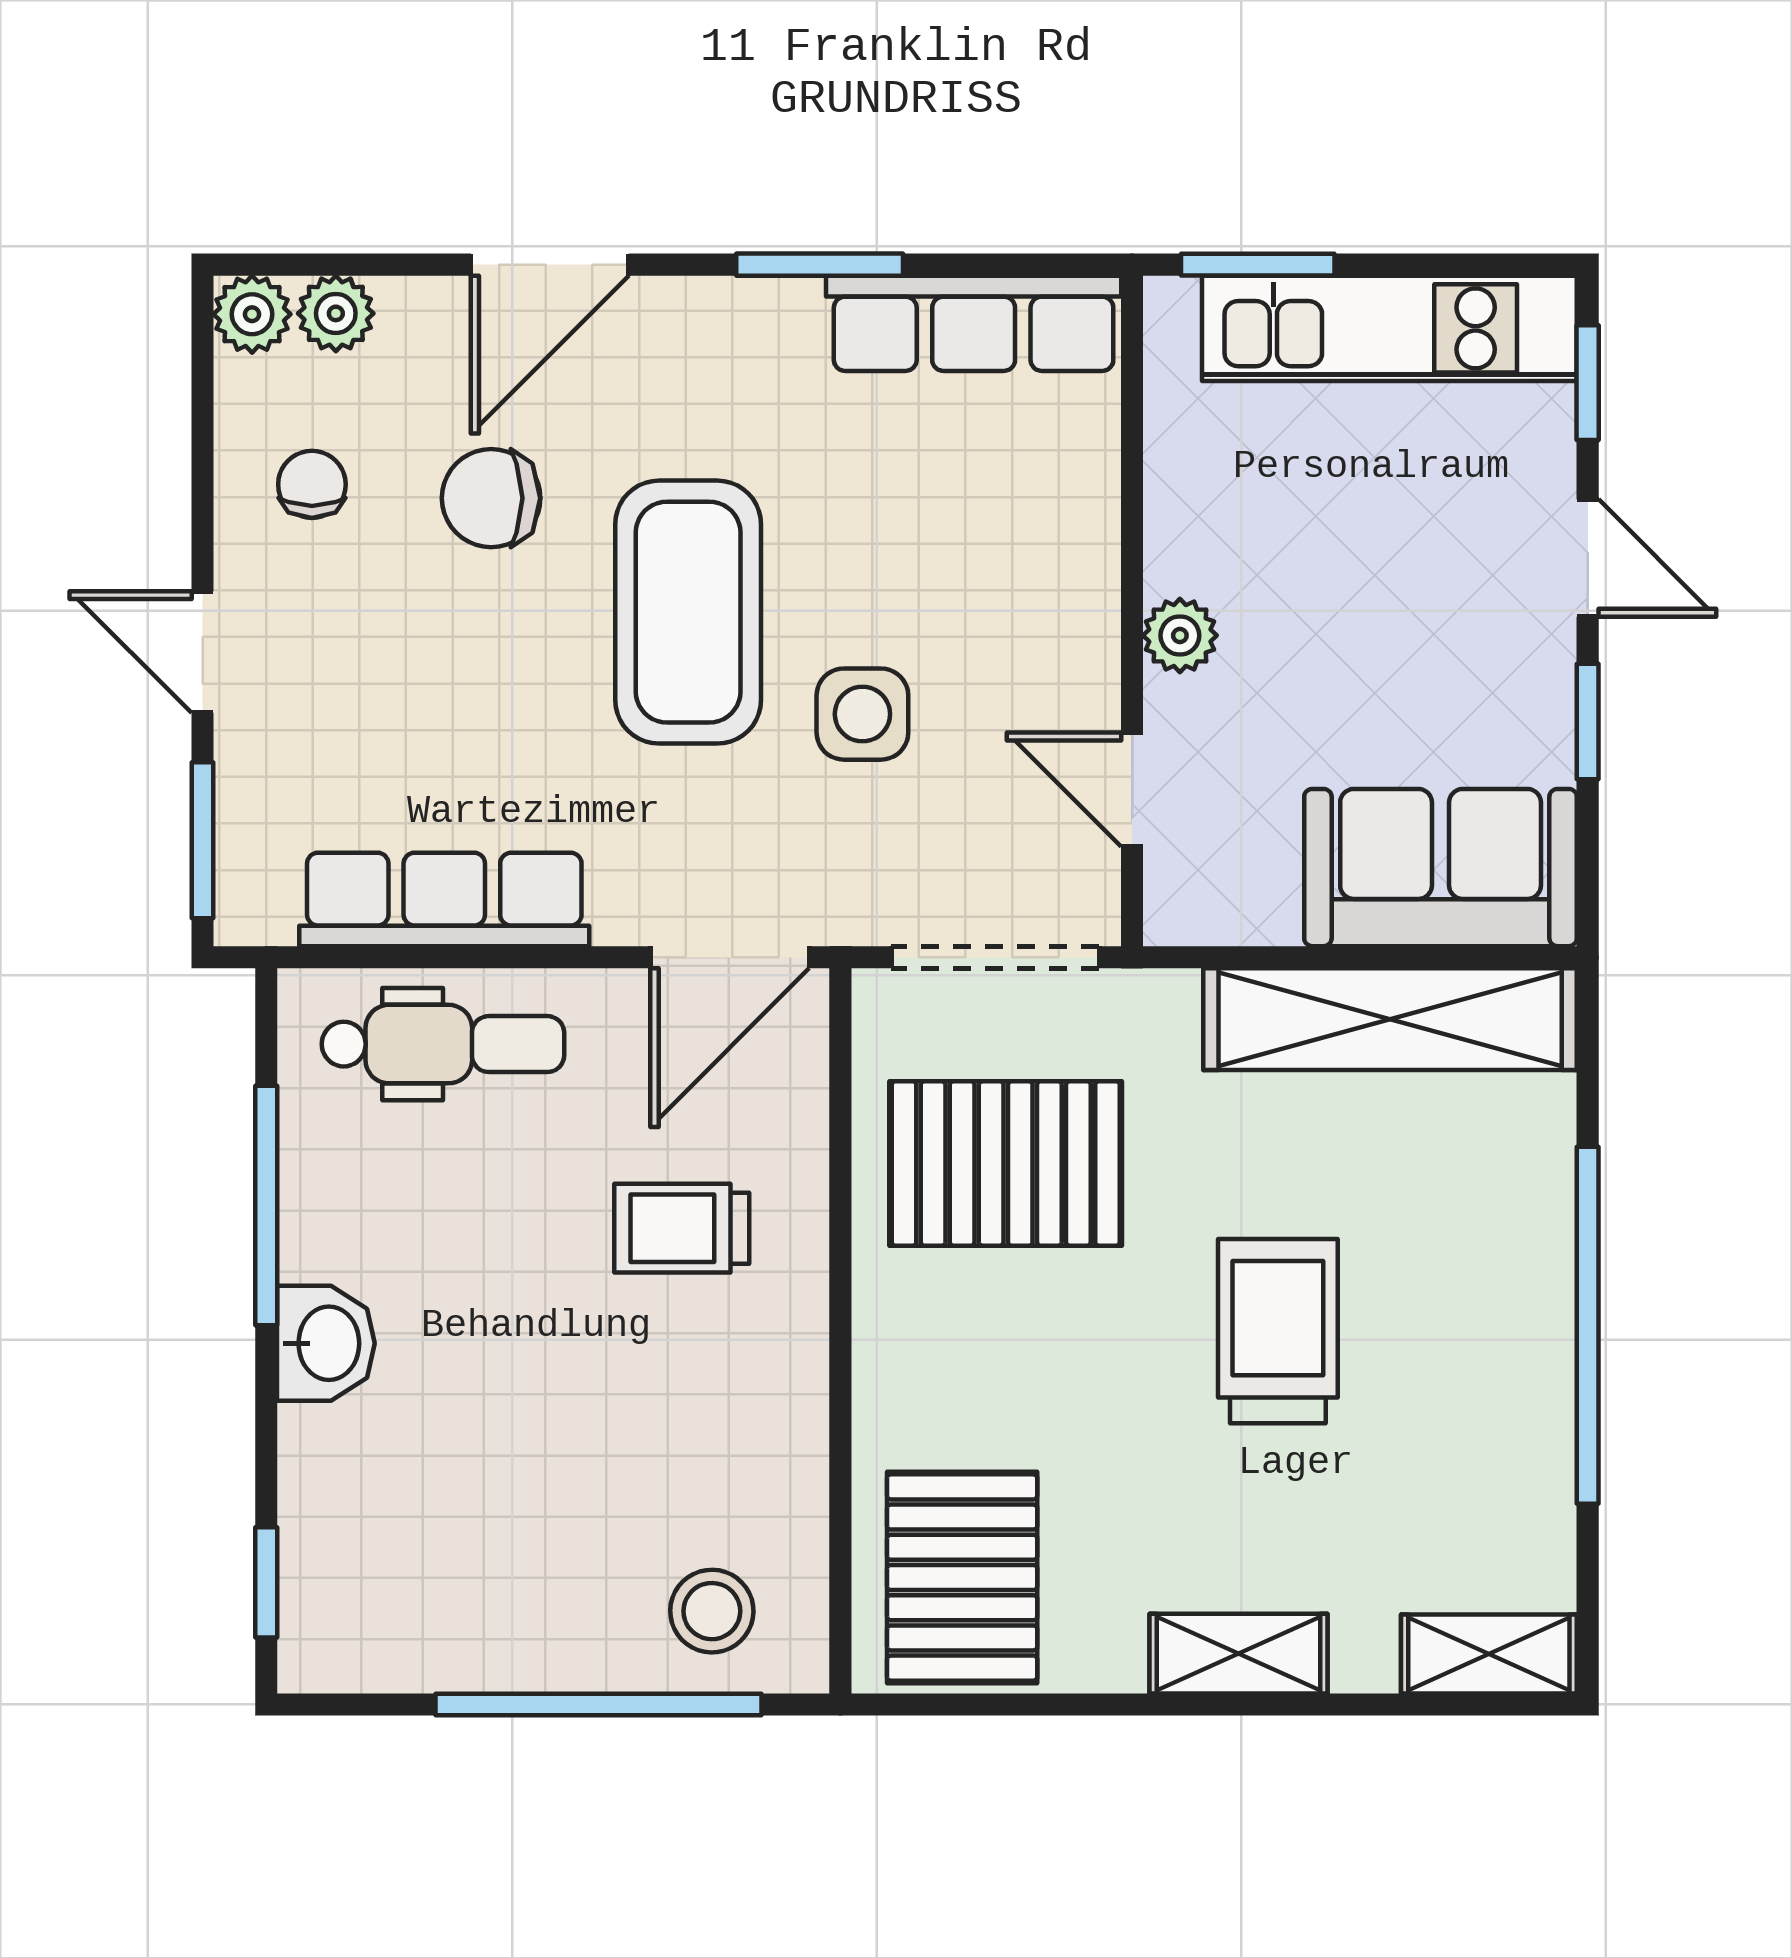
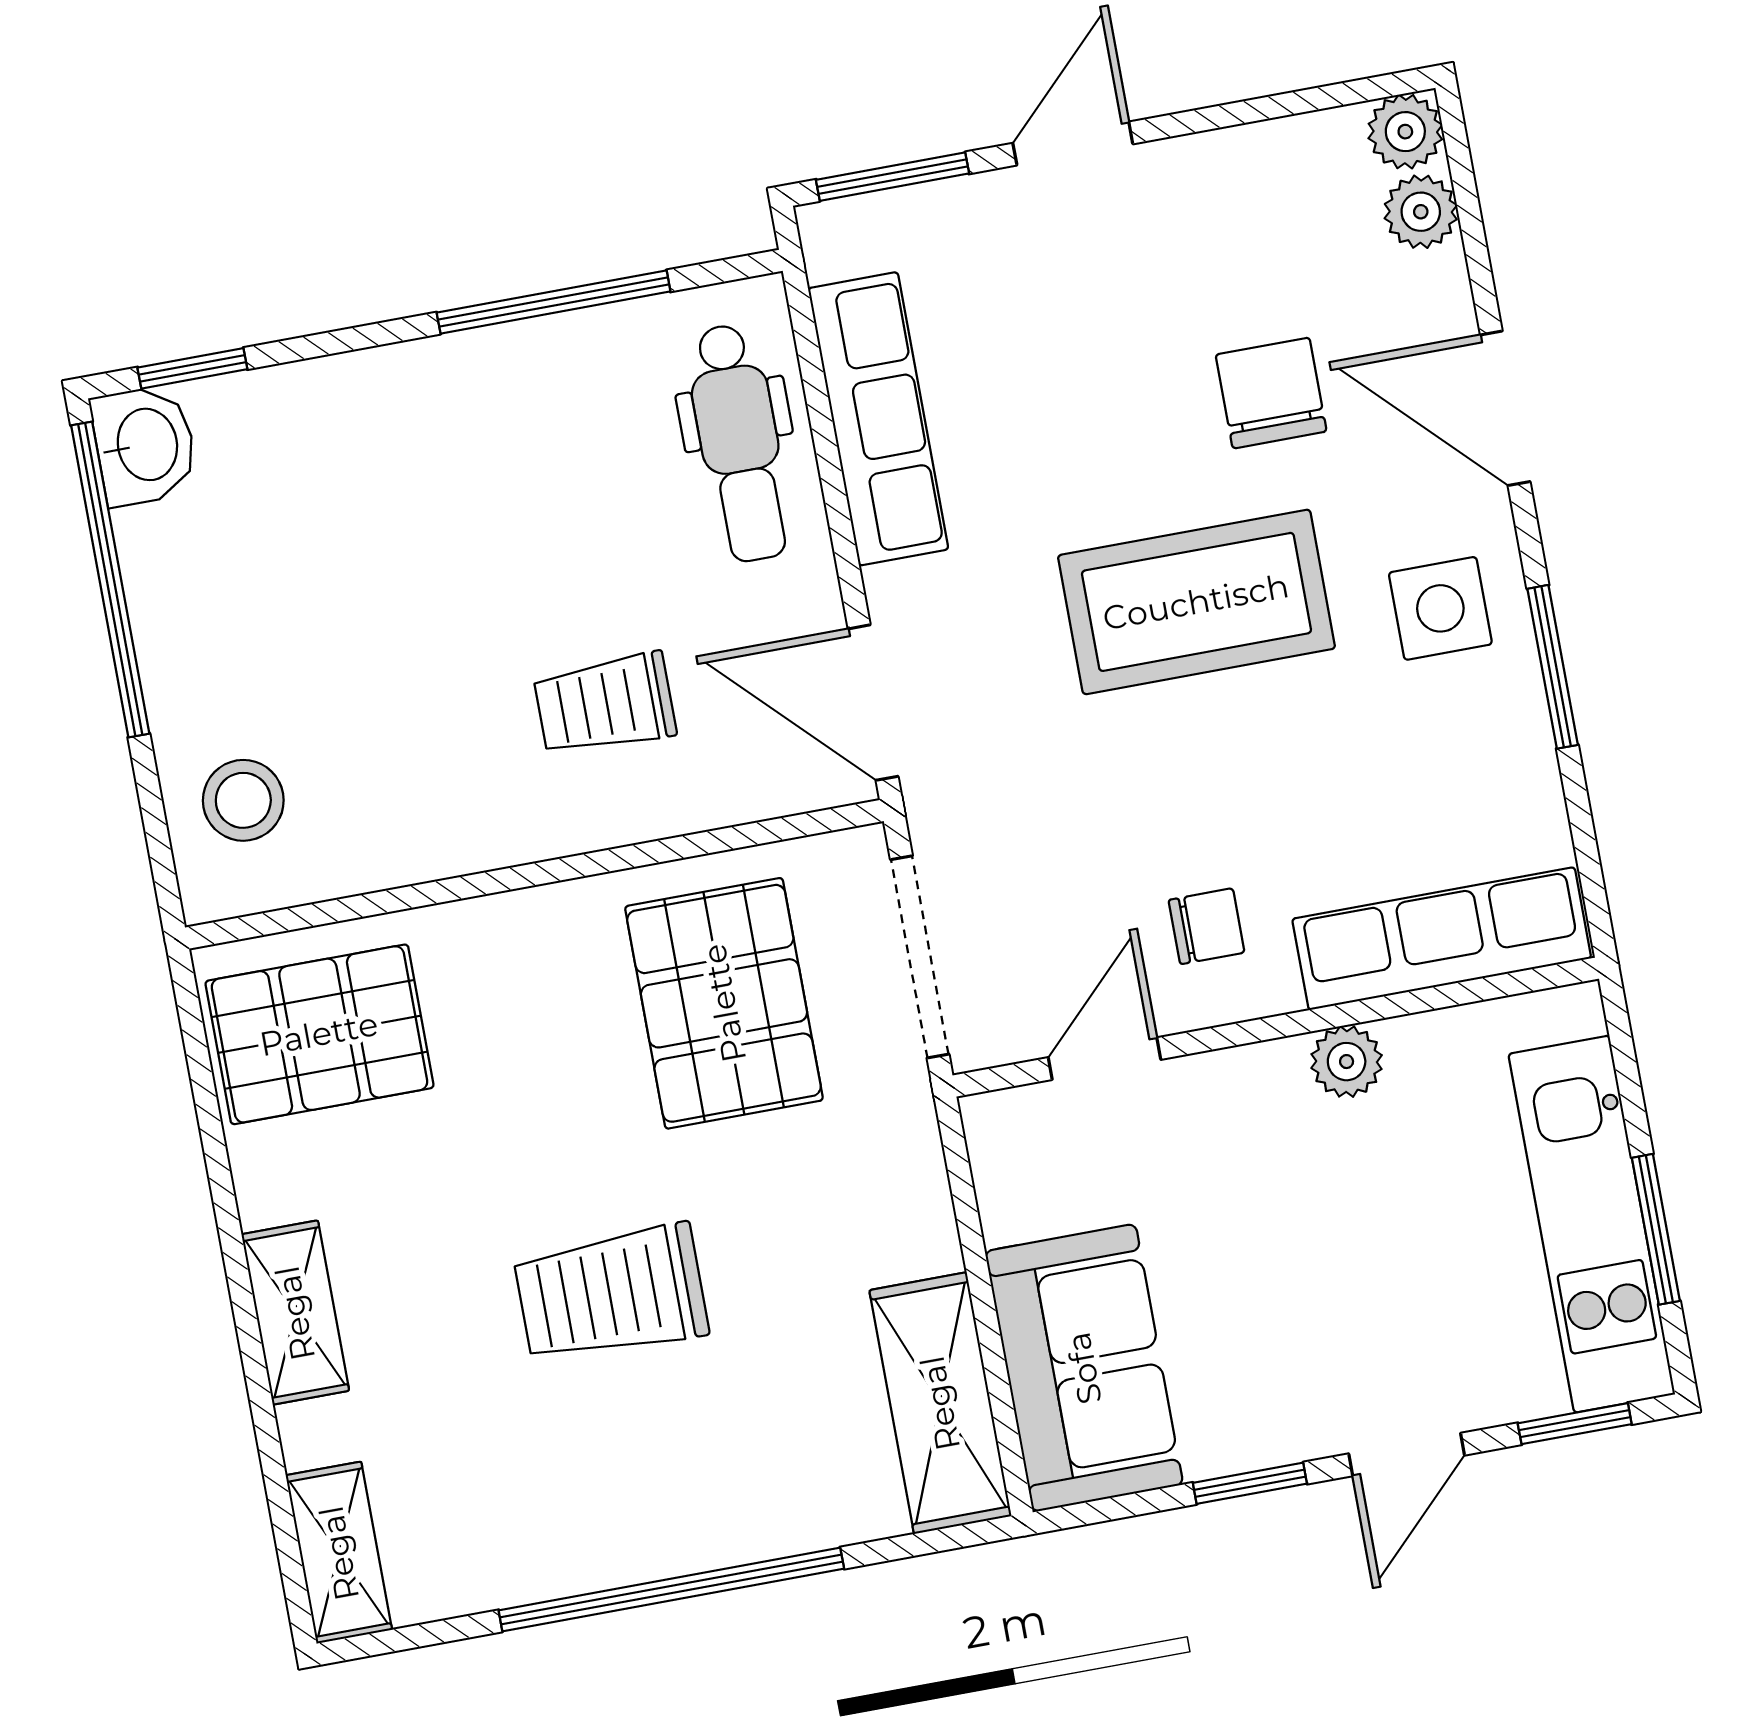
window: (1258, 265) -> (1656, 1229), moved
row of seats: (974, 323) -> (1442, 939), moved, turned 90
chair: (312, 484) -> (1207, 926), moved
plant: (1180, 635) -> (1347, 1062), moved
side table: (862, 714) -> (1440, 608), moved
shelving: (1390, 1019) -> (940, 1403), width x0.68
trolley: (682, 1228) -> (605, 704), turned -90
trolley: (1278, 1331) -> (611, 1294), turned 180
washbasin: (326, 1343) -> (145, 445), moved, turned -90
window: (599, 1704) -> (110, 579), moved

